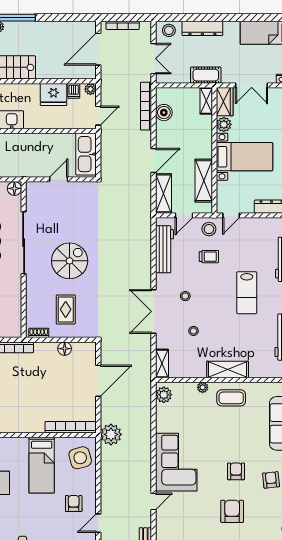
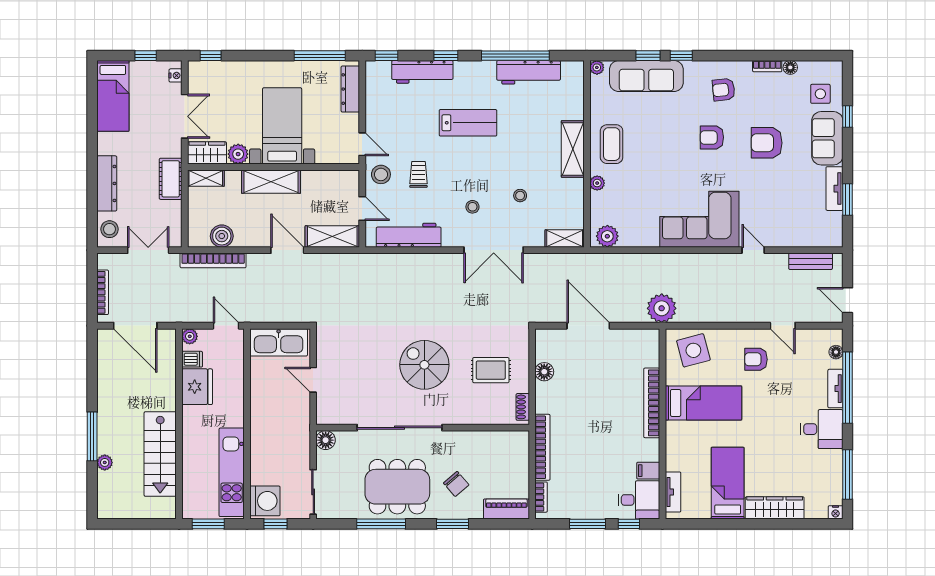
shelving: (204, 181) -> (271, 182), moved
bookcase: (71, 427) -> (652, 403), moved

